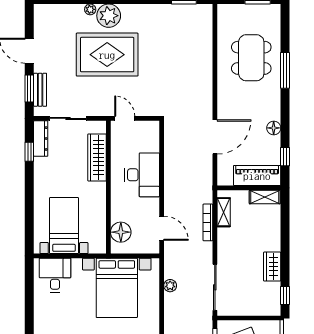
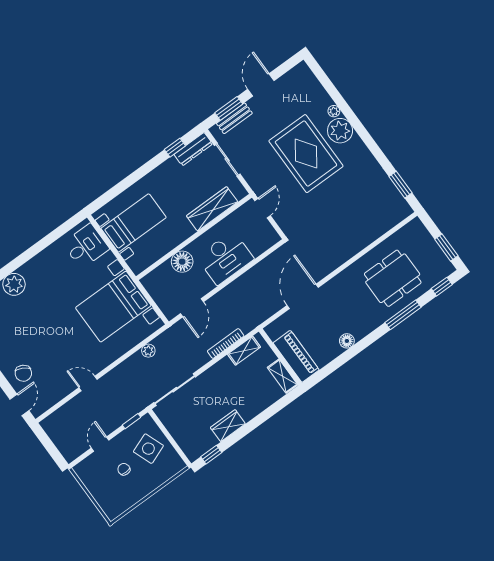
door: (215, 137) -> (303, 296), swing flipped
window: (285, 157) -> (442, 287), moved
floor lamp: (121, 232) -> (182, 262), moved

